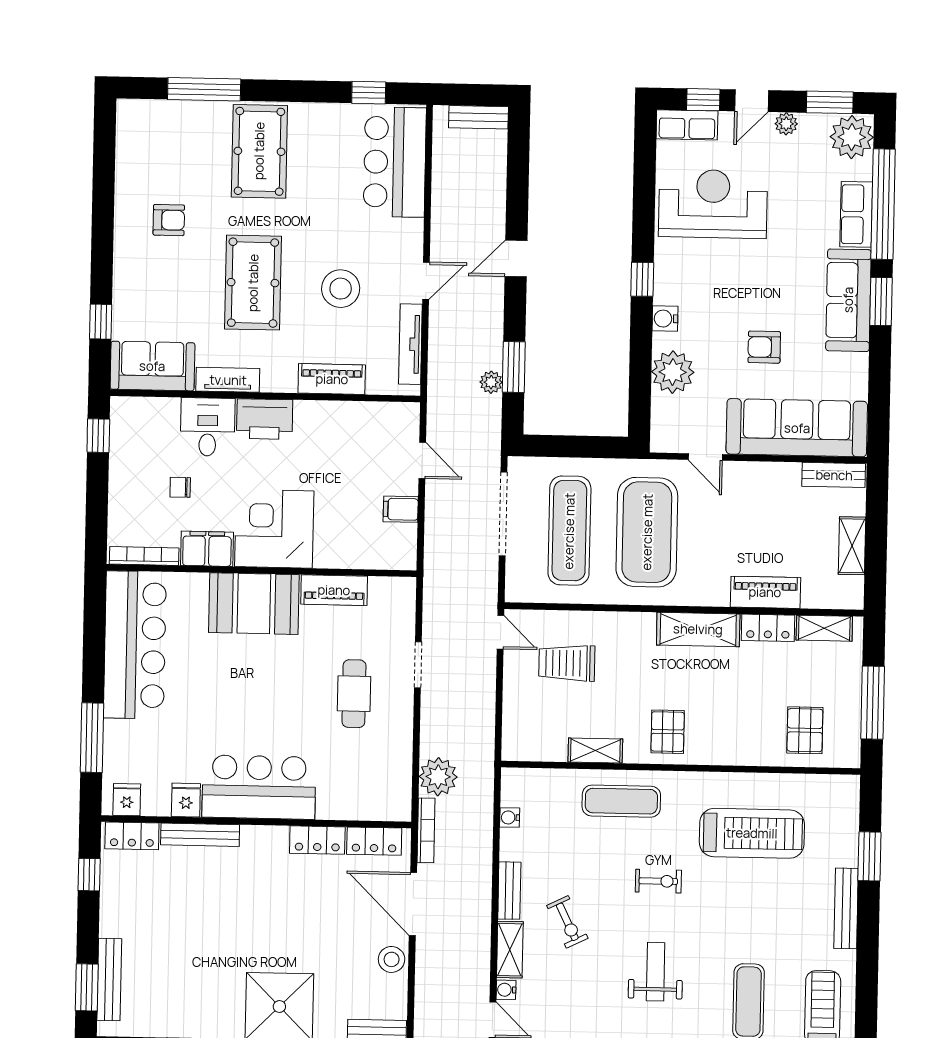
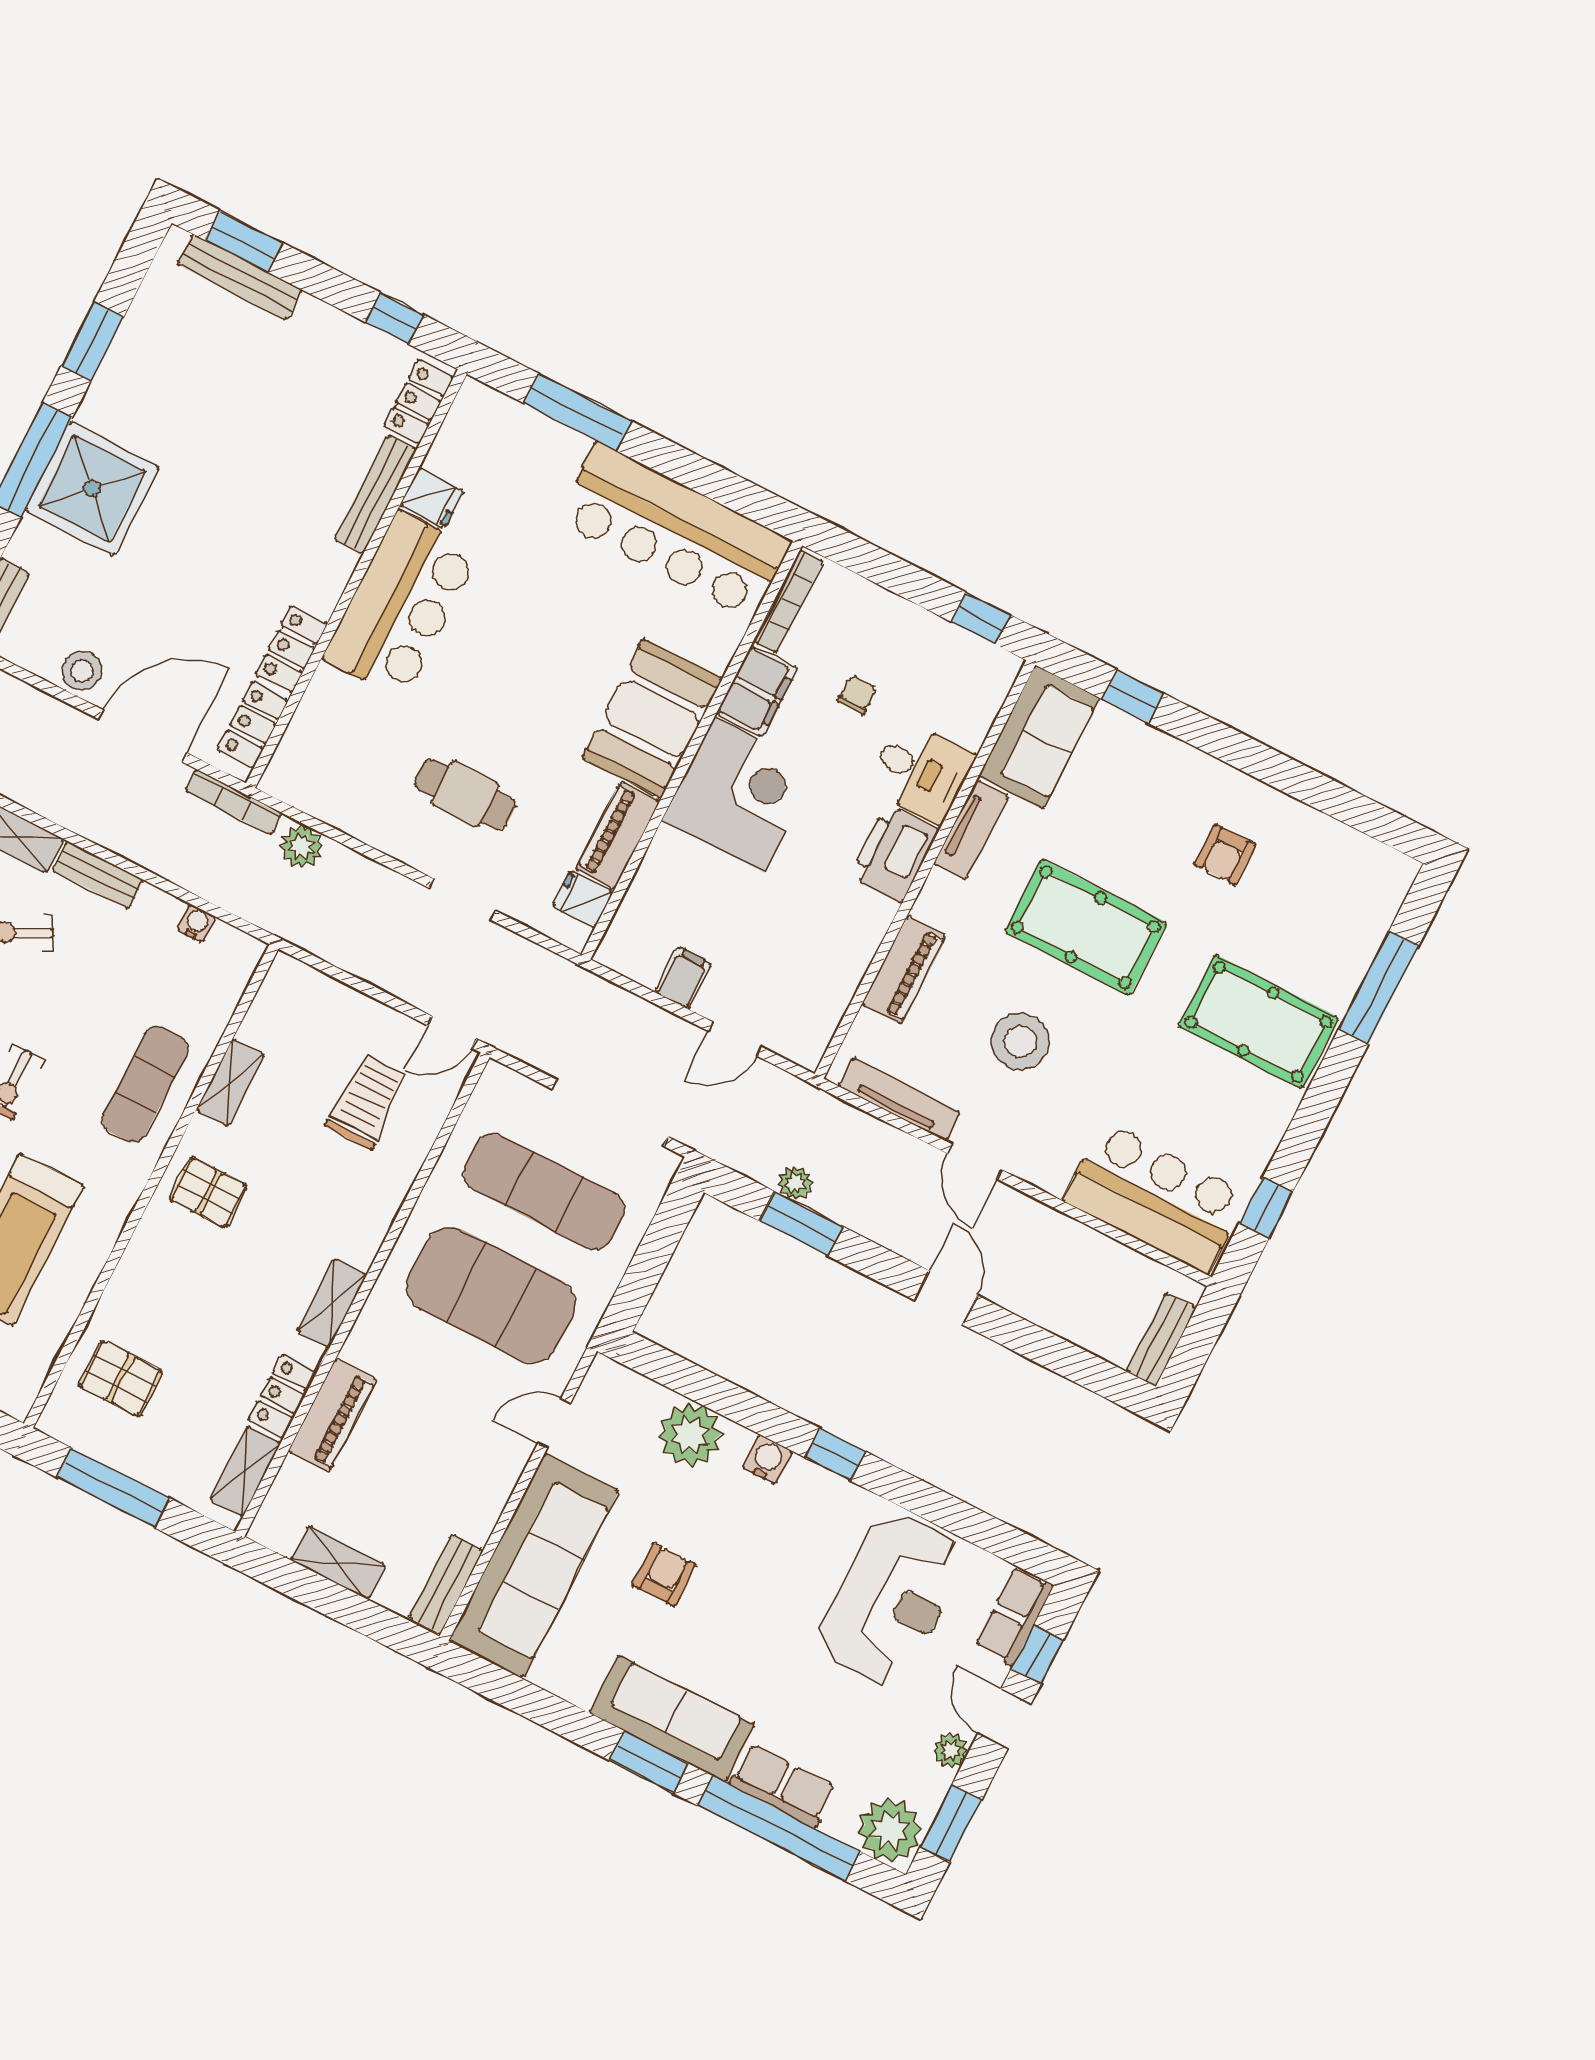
shelving: (698, 629) -> (332, 1303), width x0.67, depth x0.75
plant: (438, 777) -> (301, 846), width x0.73, depth x0.73
fridge: (127, 800) -> (583, 899), moved, turned 180

